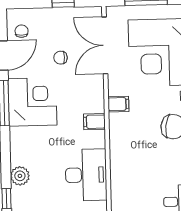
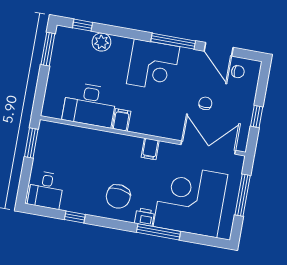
corner desk: (32, 102) -> (153, 65), moved
filing cabinet: (94, 122) -> (121, 120), moved

